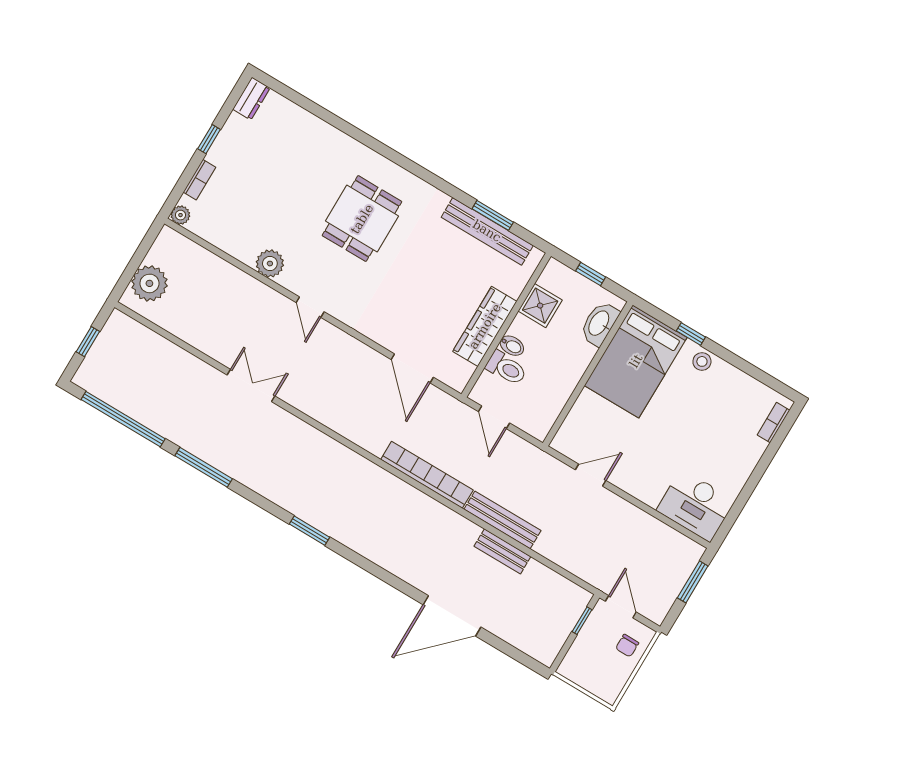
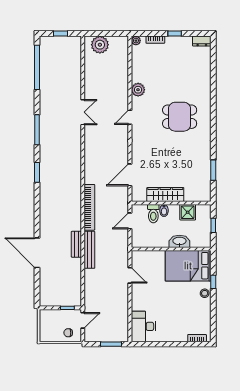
bench: (487, 231) -> (205, 172), removed
washbasin: (599, 324) -> (179, 241), moved
window: (204, 467) -> (37, 130), moved
bench: (502, 551) -> (76, 244), moved

